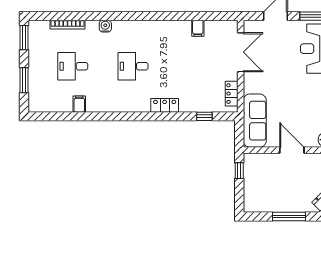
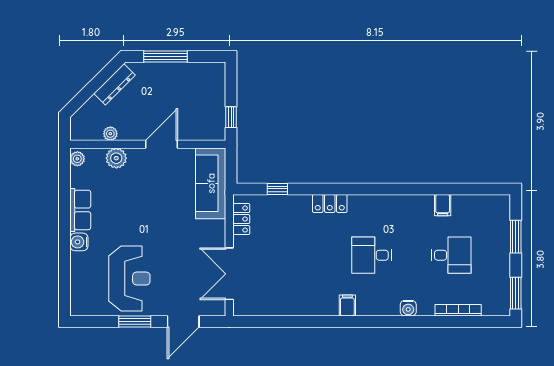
filing cabinet: (198, 28) -> (347, 305), moved
desk: (133, 66) -> (372, 255), turned 180
door: (292, 150) -> (162, 144), swing flipped

